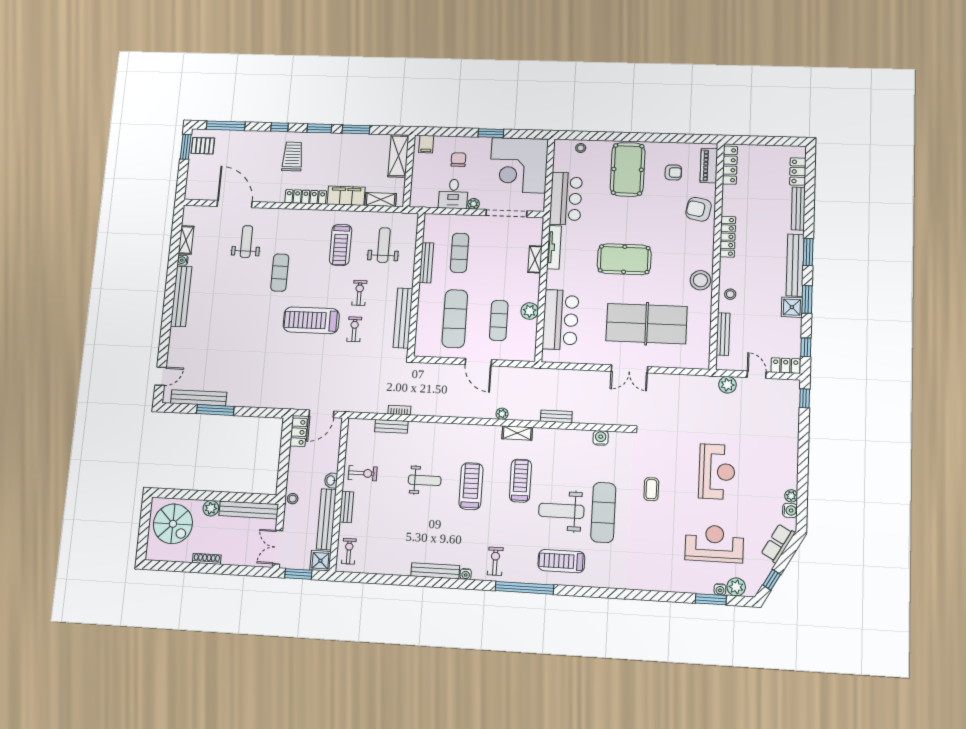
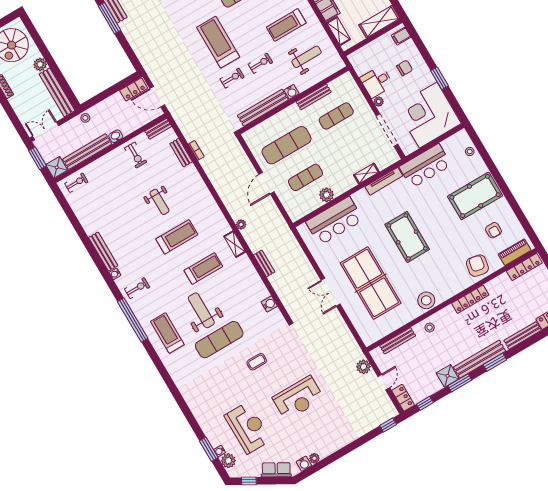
water cooler: (407, 281) -> (292, 92), added
bench: (347, 507) -> (158, 129), moved

